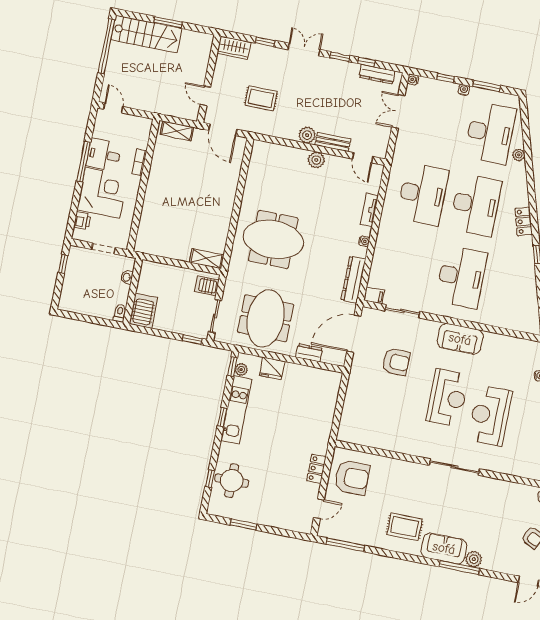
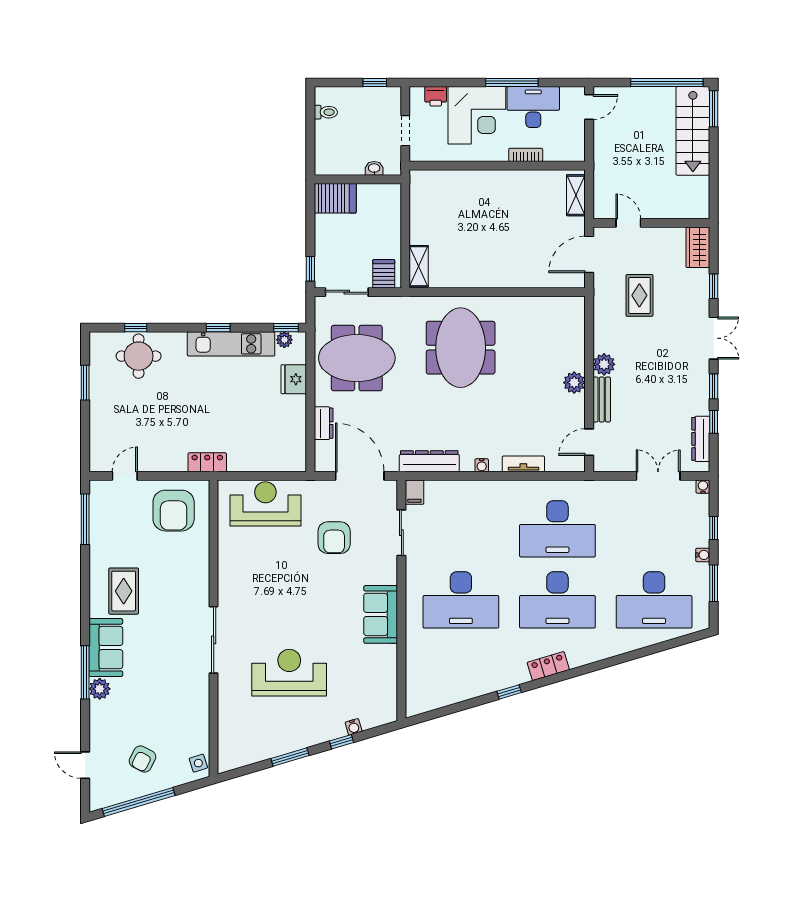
window: (168, 22) -> (714, 109), moved
door: (205, 96) -> (628, 223), hinge flipped
desk: (104, 155) -> (533, 107), width x1.37
plant: (519, 155) -> (633, 643), removed
toilet: (120, 313) -> (326, 112), moved
reception desk: (448, 398) -> (265, 504), moved, turned 180
locker: (316, 469) -> (207, 462), moved
door: (319, 509) -> (125, 476), swing flipped

